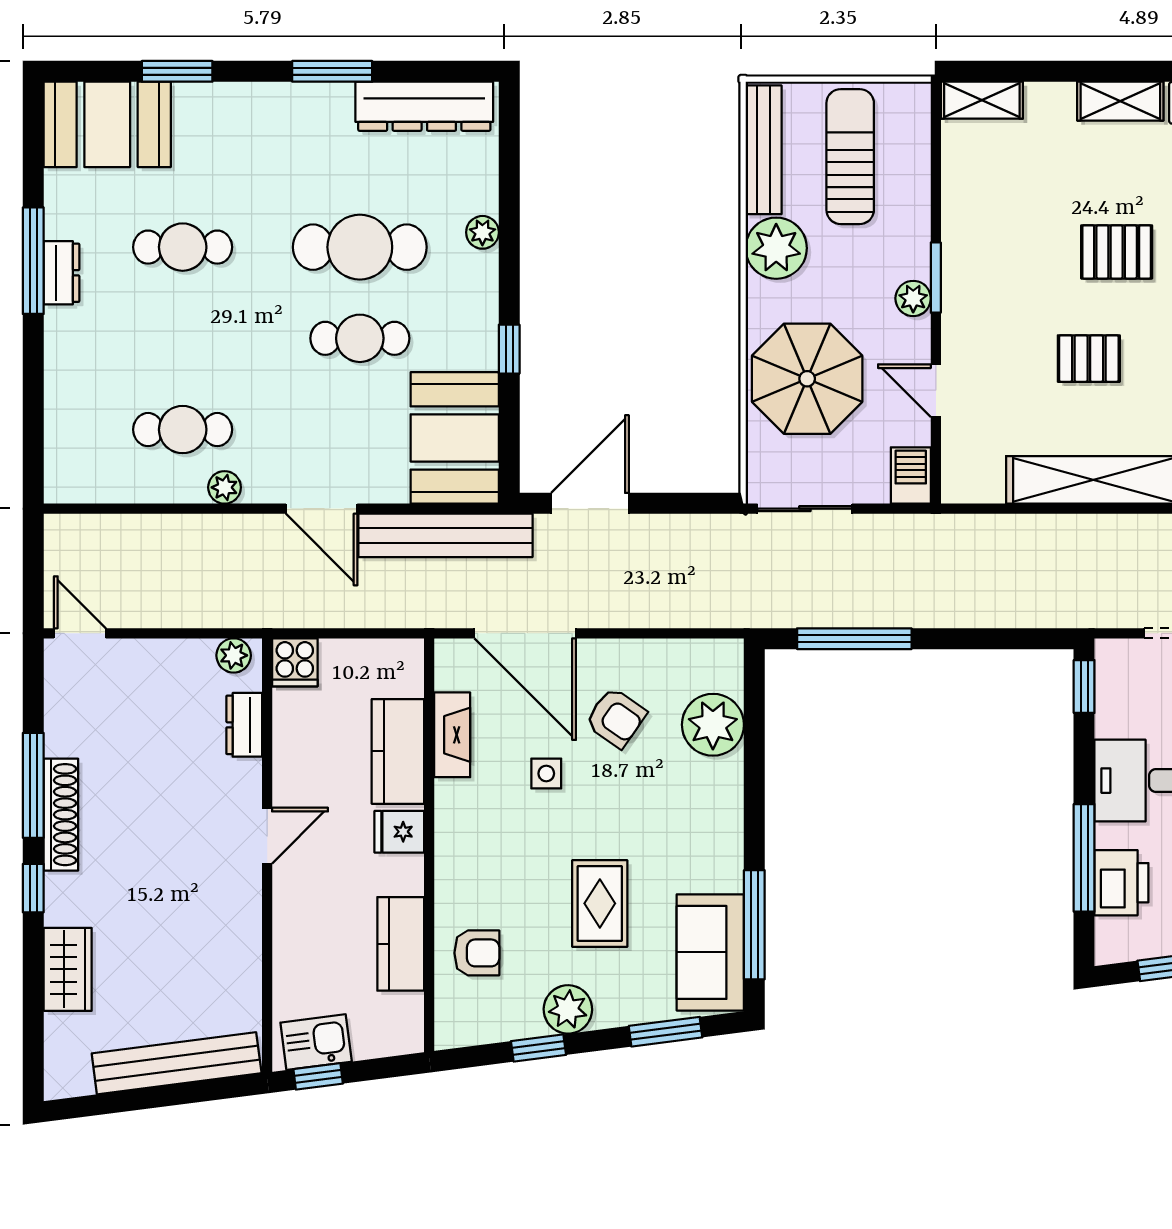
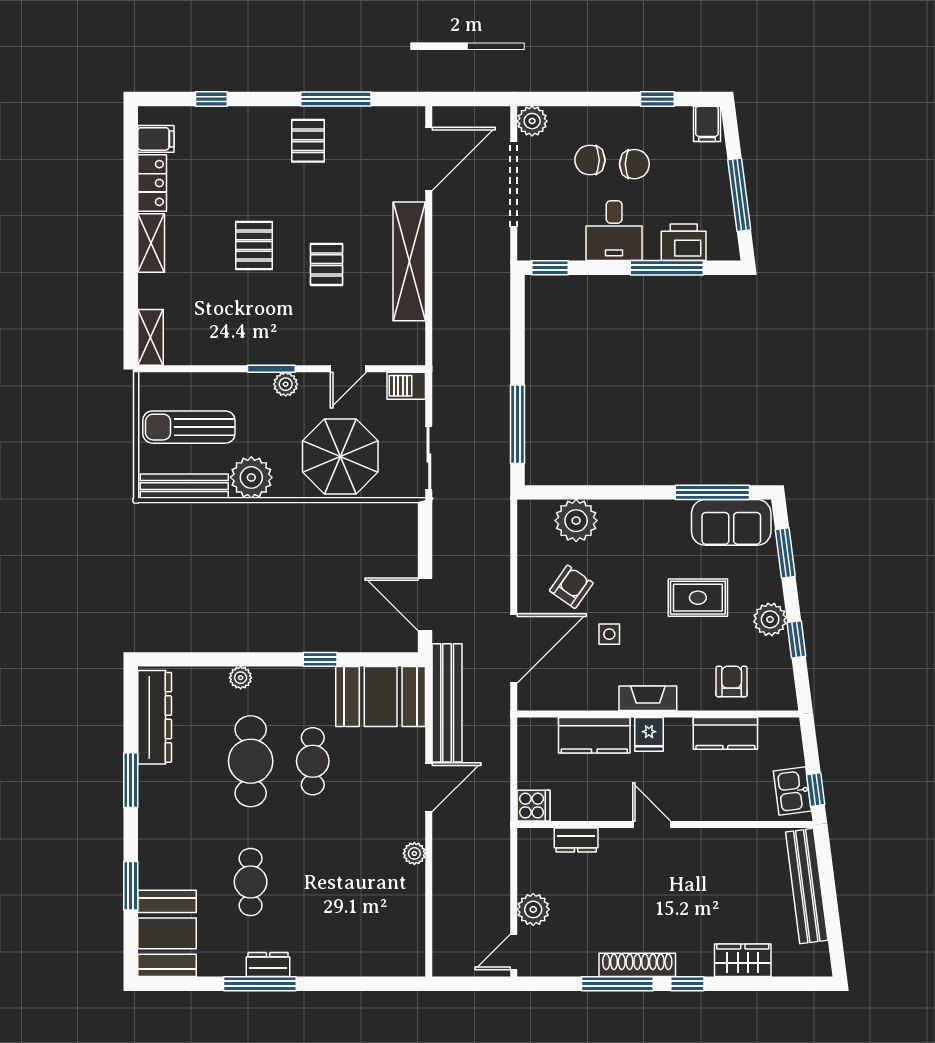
cafe table: (183, 430) -> (375, 882), removed
plant: (234, 655) -> (533, 909), moved, width x1.38, depth x1.38
fireplace: (452, 735) -> (648, 698), moved

